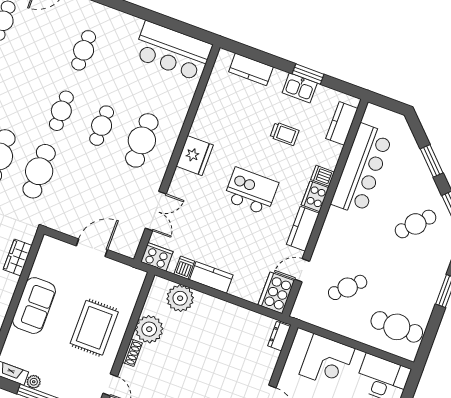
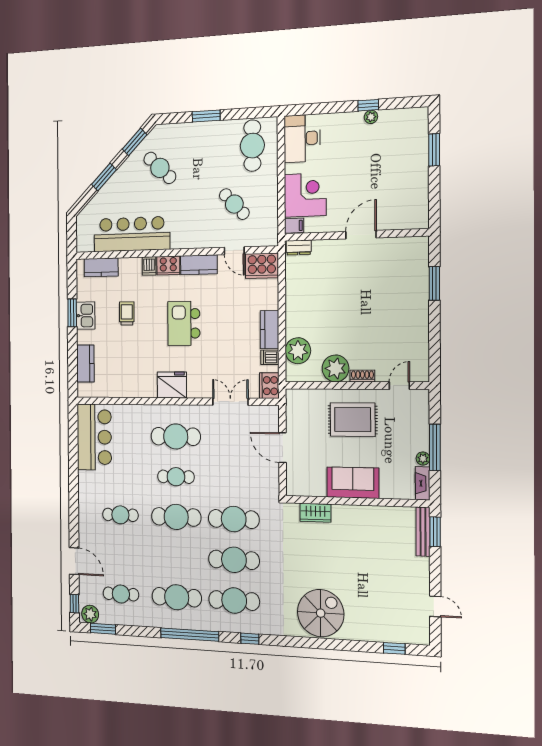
cafe table: (61, 111) -> (176, 517), width x1.37, depth x1.35
filing cabinet: (302, 339) -> (294, 226), added

